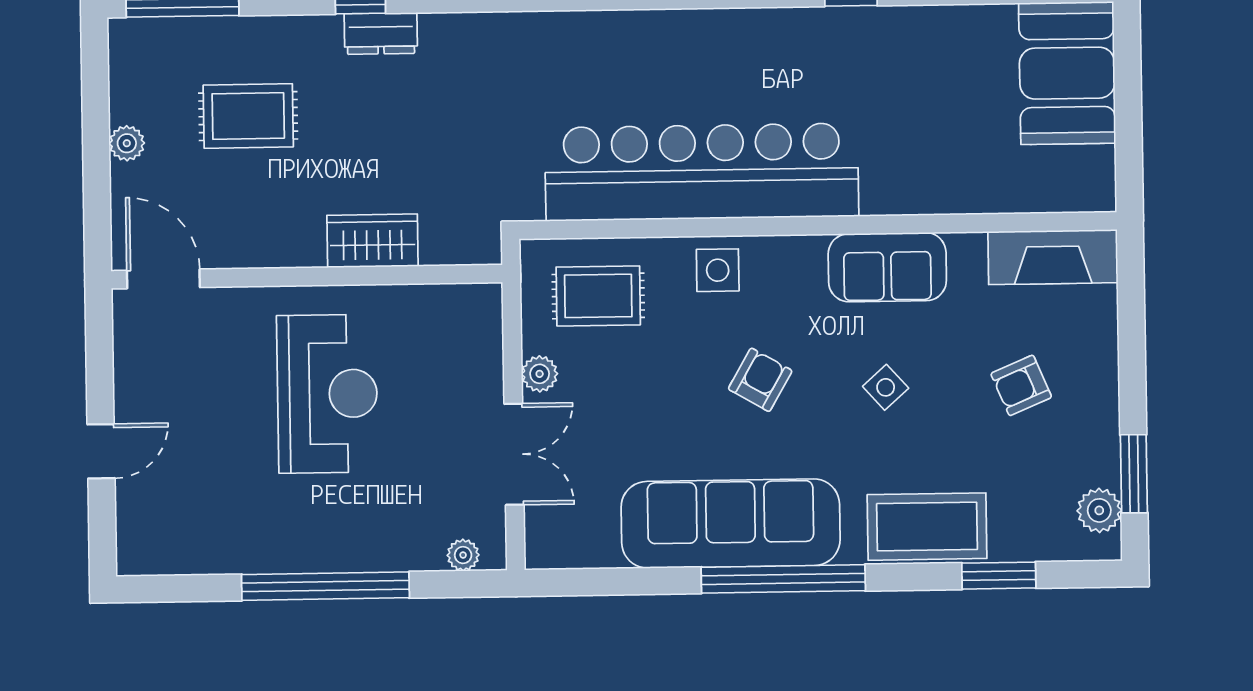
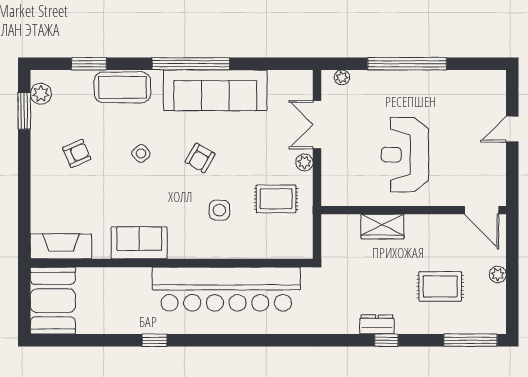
bar counter: (702, 172) -> (226, 289), moved
wall: (818, 226) -> (172, 263), moved
fireplace: (1053, 257) -> (61, 246), moved
sofa: (887, 267) -> (139, 243), moved

